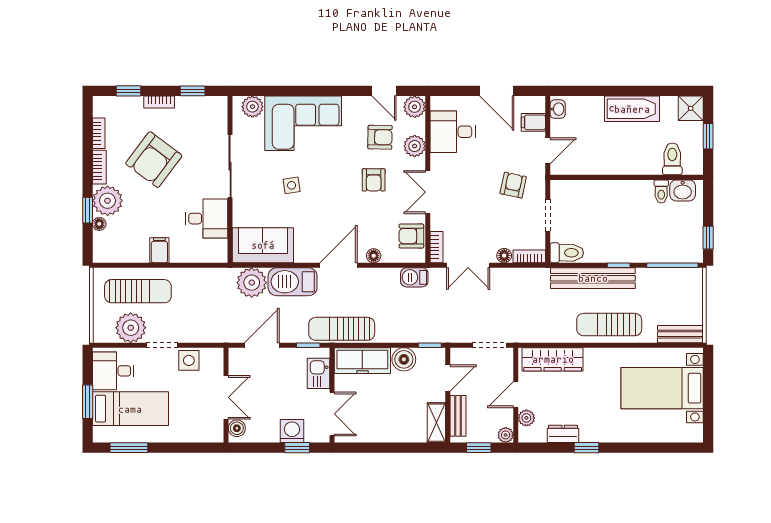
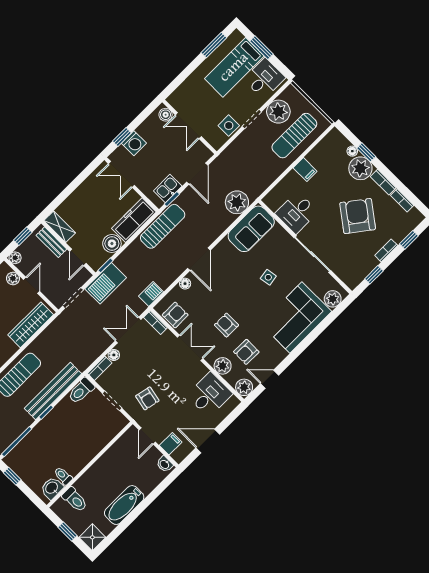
barbecue: (293, 282) -> (106, 283), moved, turned 180
kitchen sink: (318, 373) -> (168, 188), moved, turned -90

